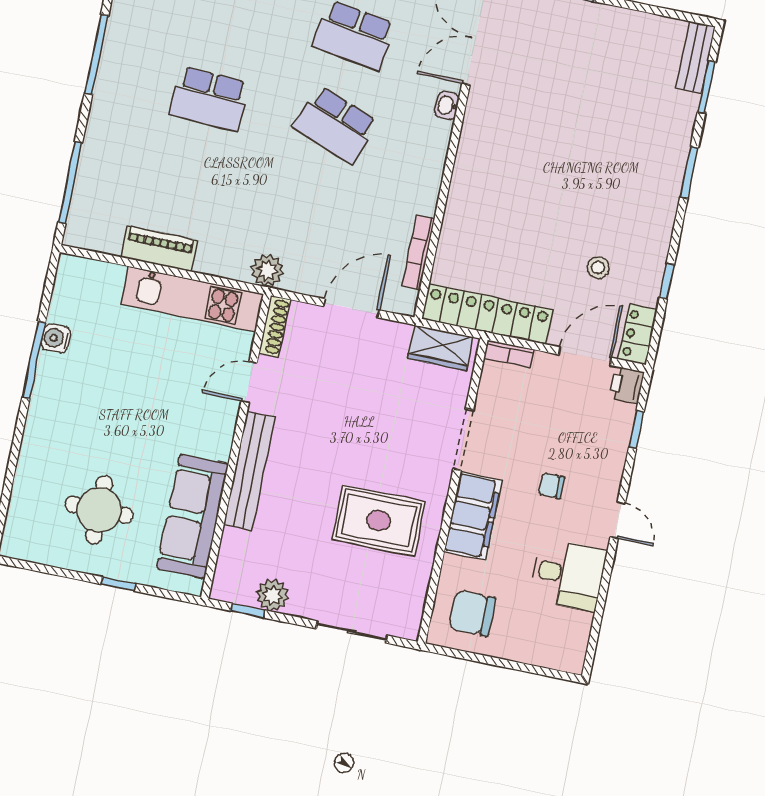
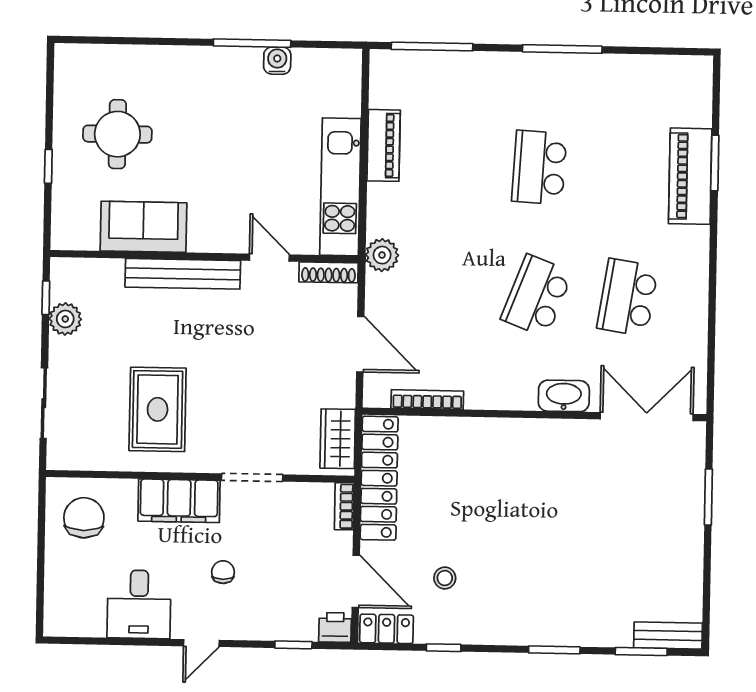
washbasin: (447, 105) -> (564, 396), width x1.91, depth x1.45
sofa: (192, 516) -> (143, 227), width x0.73

